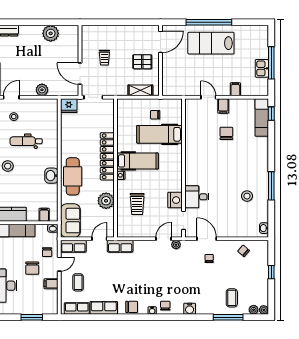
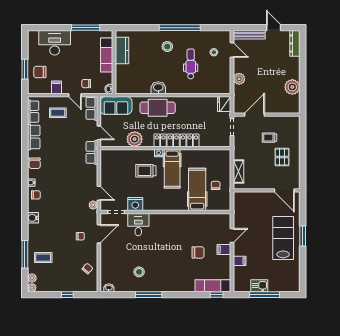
window: (209, 22) -> (303, 236), width x0.47
pallet: (142, 62) -> (282, 157), moved
trolley: (137, 204) -> (146, 171), moved
filing cabinet: (44, 215) -> (122, 81), removed
chair: (32, 268) -> (40, 72), moved

